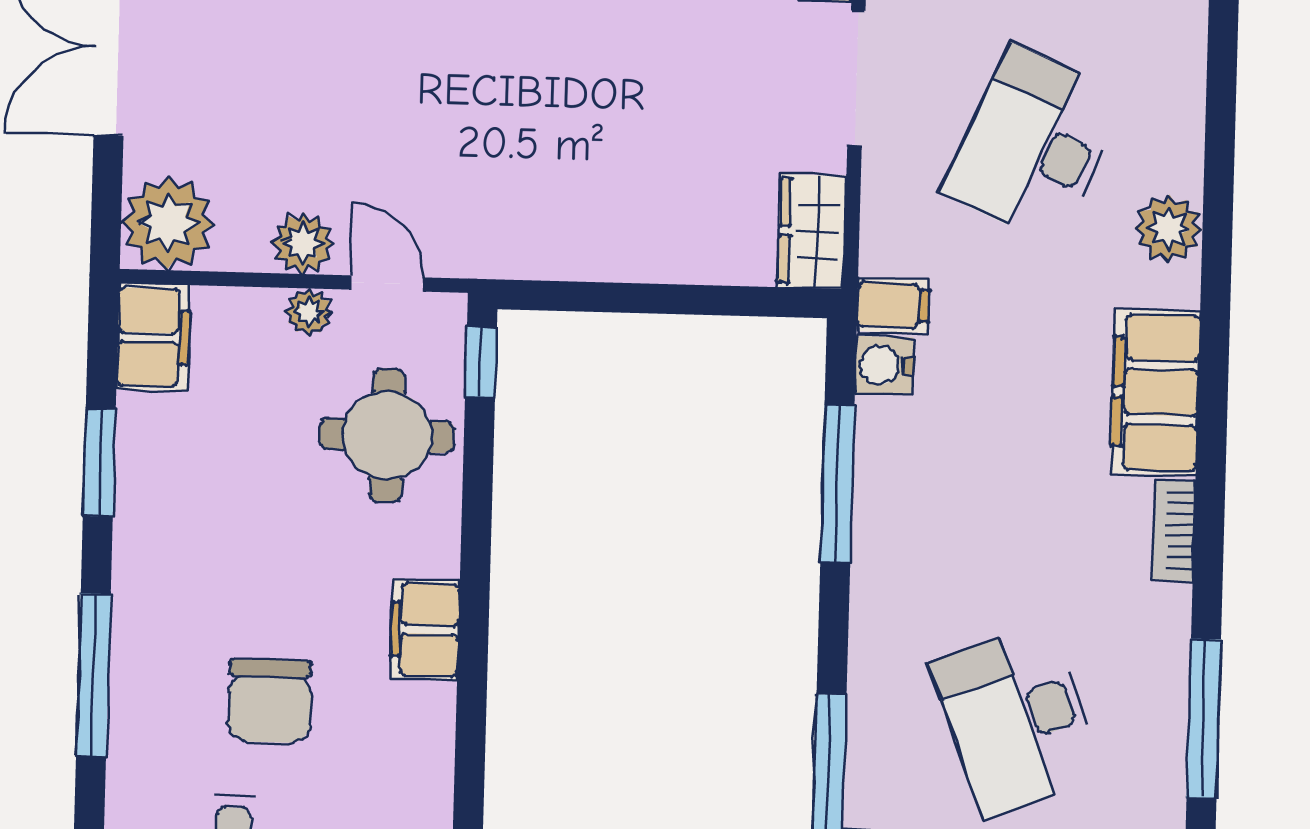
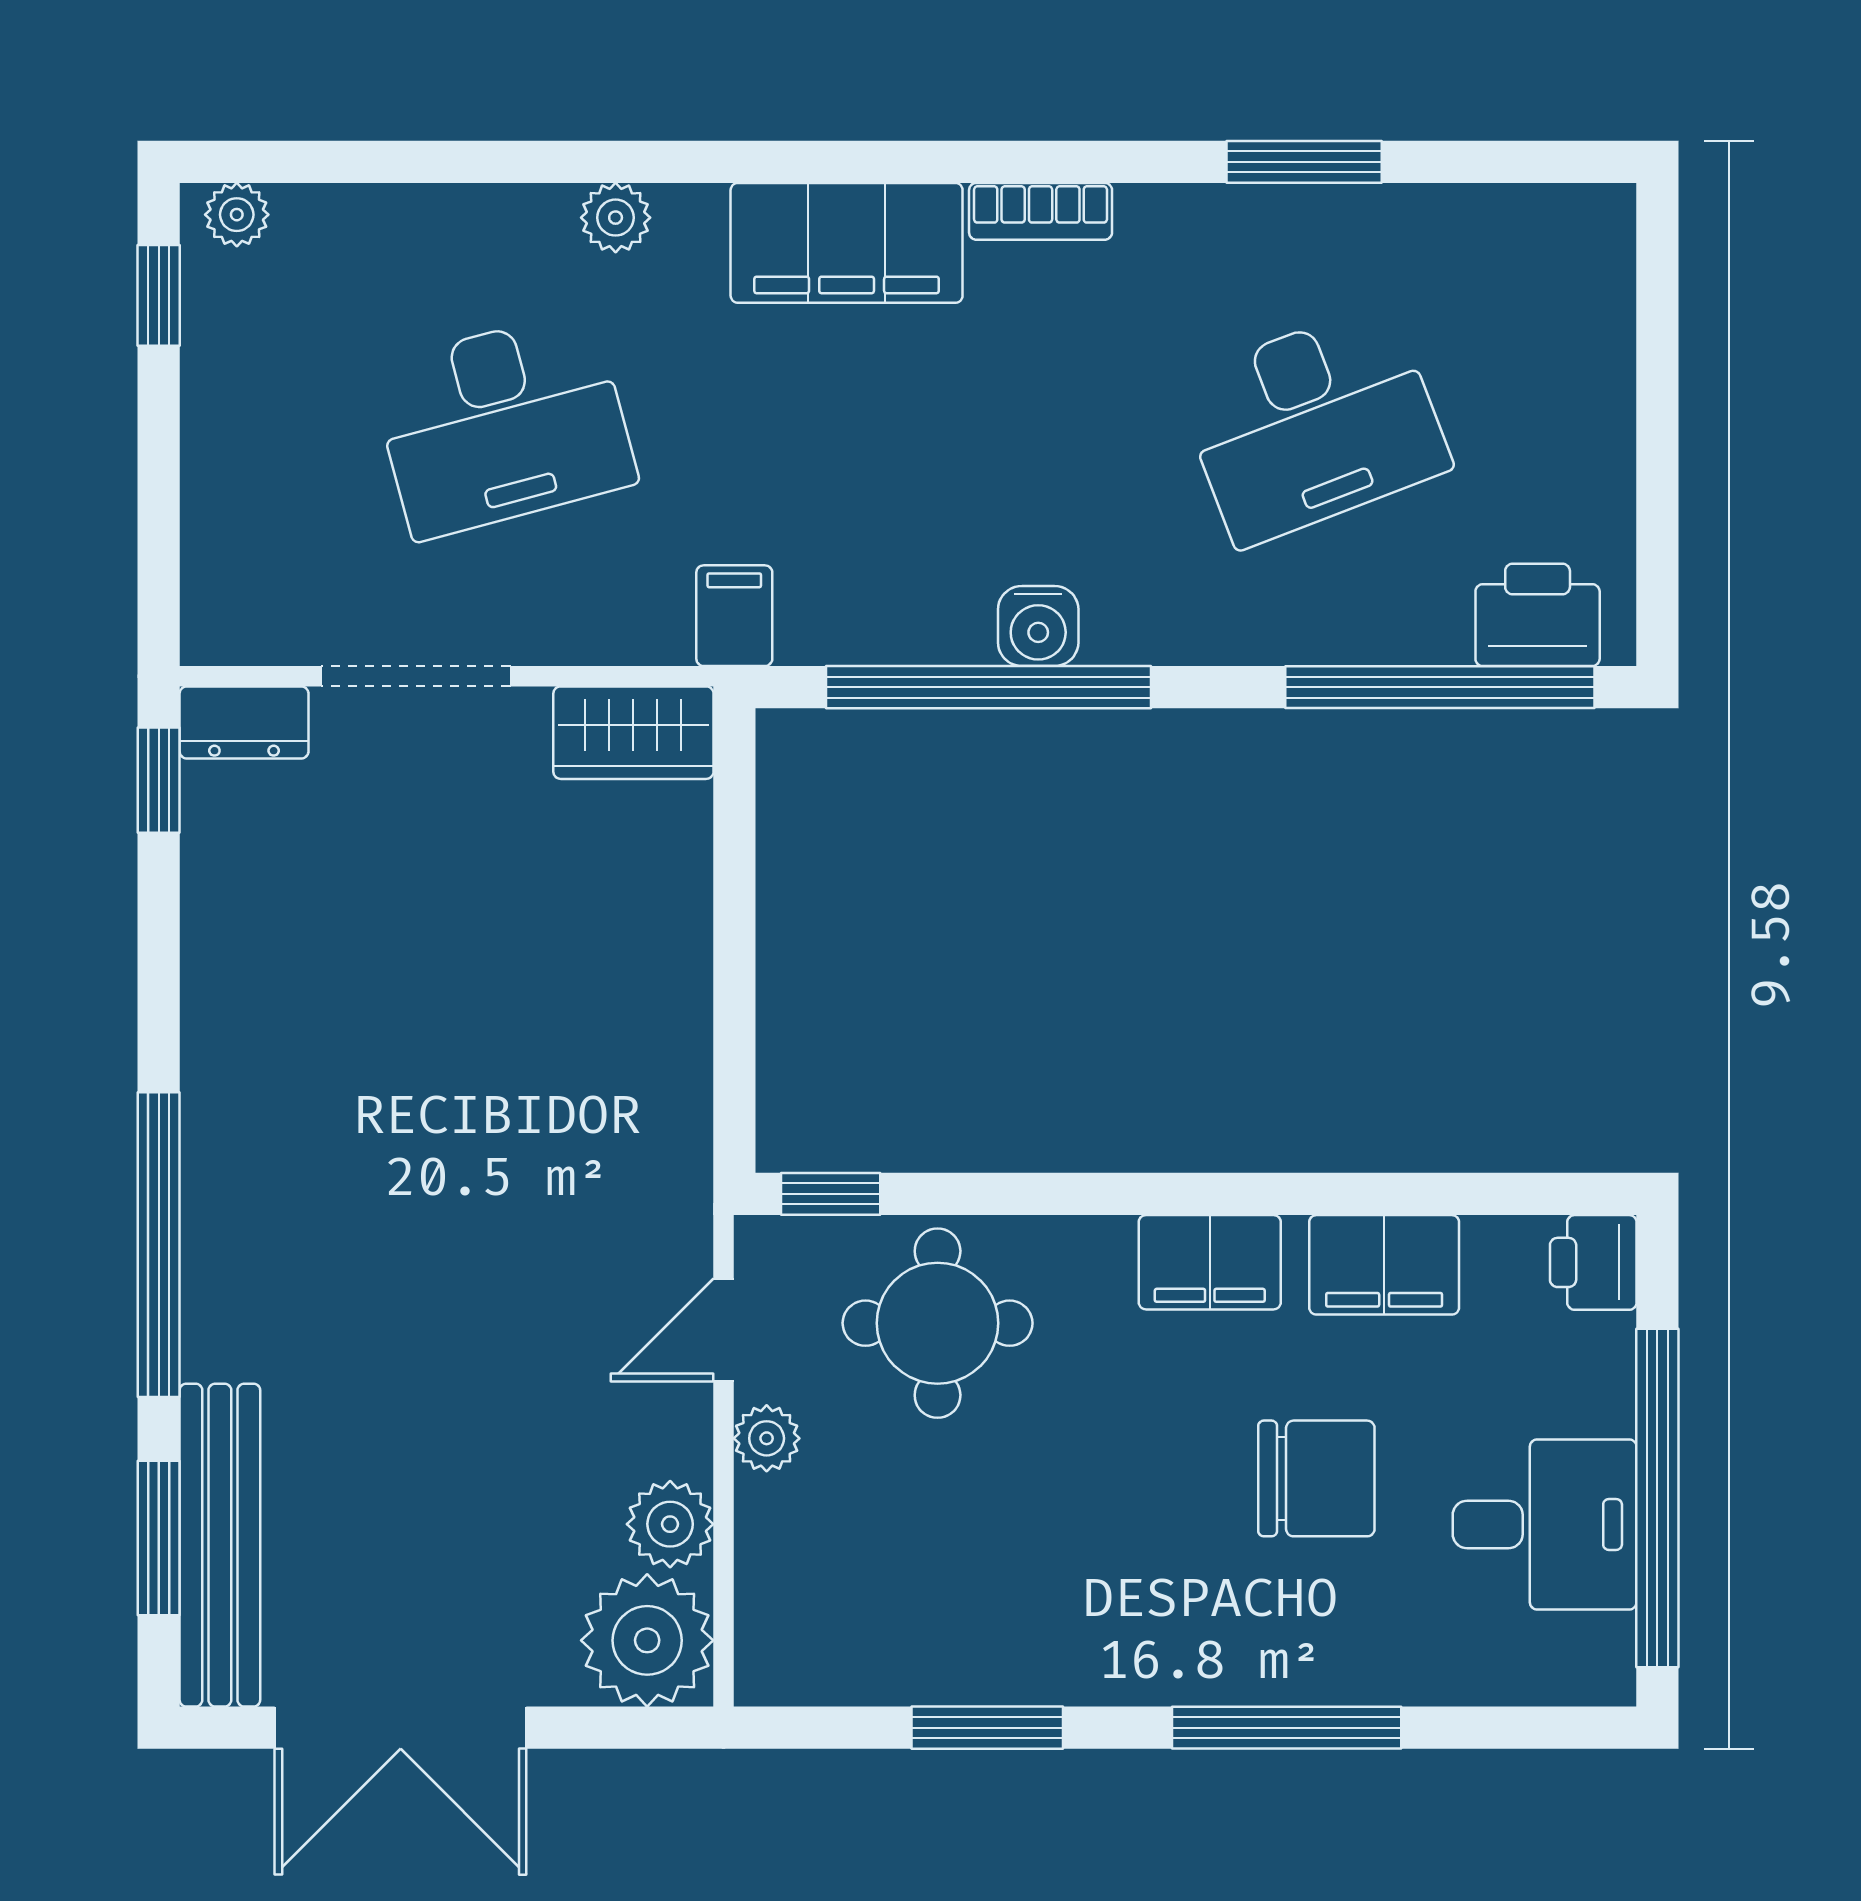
desk: (1033, 145) -> (503, 424), turned -39
plant: (1169, 229) -> (616, 218), width x0.73, depth x0.73
plant: (303, 243) -> (670, 1524), moved
filing cabinet: (153, 337) -> (1384, 1265), moved, turned 180
water cooler: (884, 365) -> (1038, 626), moved
window: (837, 484) -> (988, 687), width x1.46
window: (1204, 718) -> (1304, 162), width x0.69

